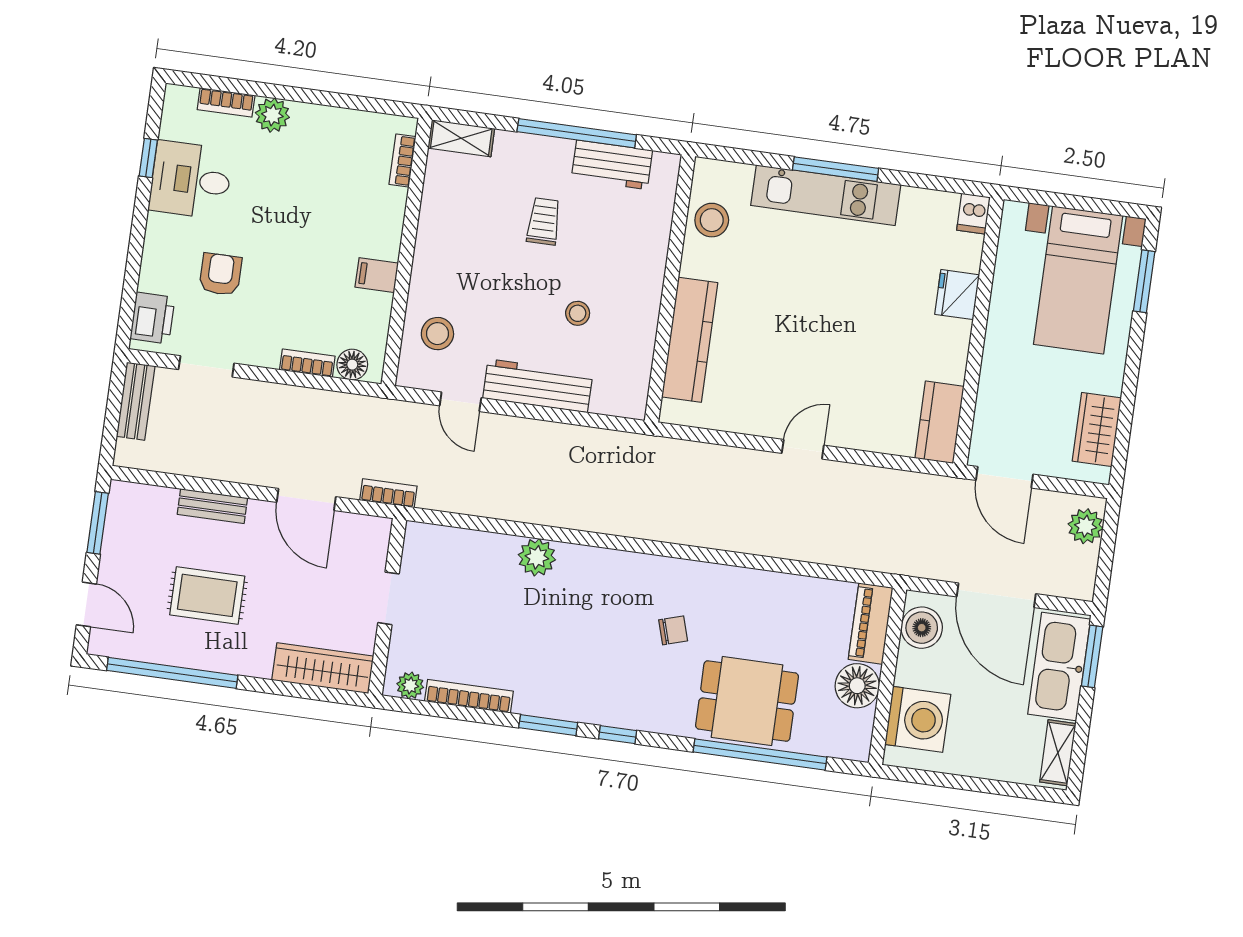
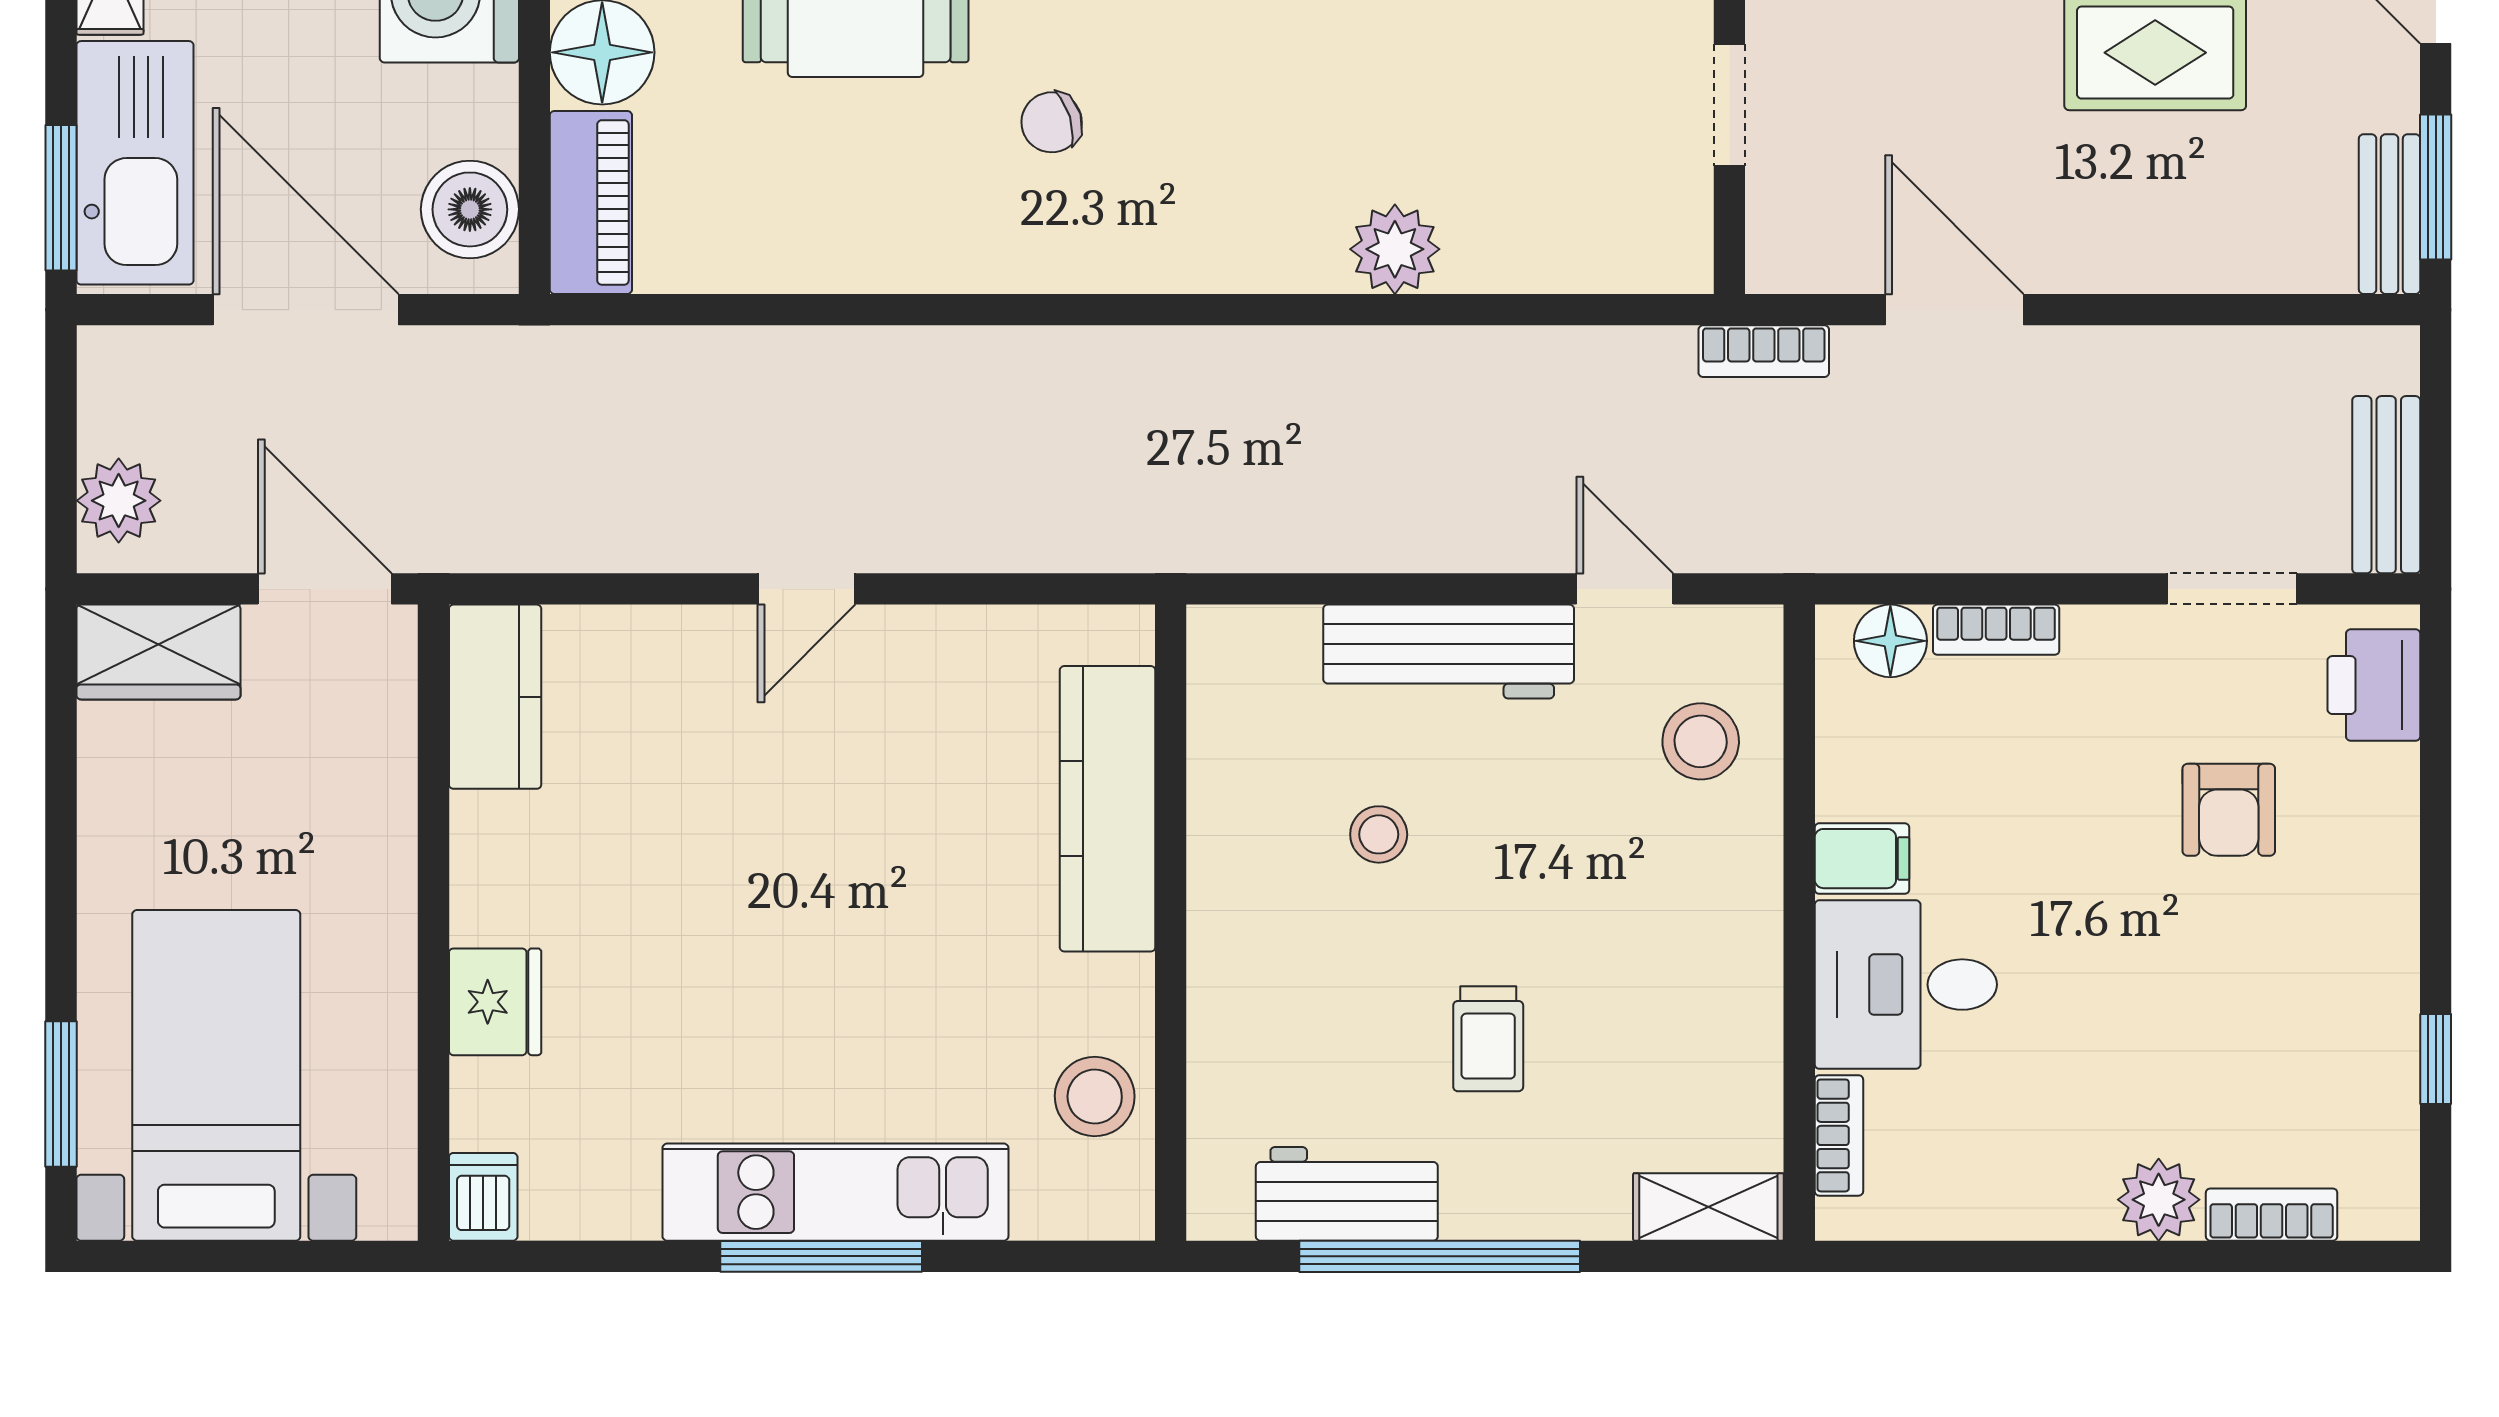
desk: (191, 180) -> (1906, 985), moved, turned 180
wardrobe: (1097, 429) -> (158, 652), moved, turned 90
bench: (212, 506) -> (2390, 214), moved, turned 90

